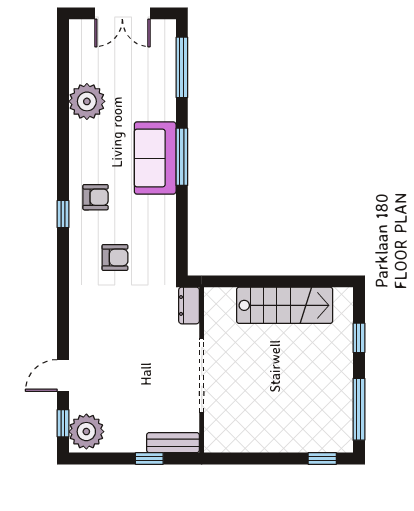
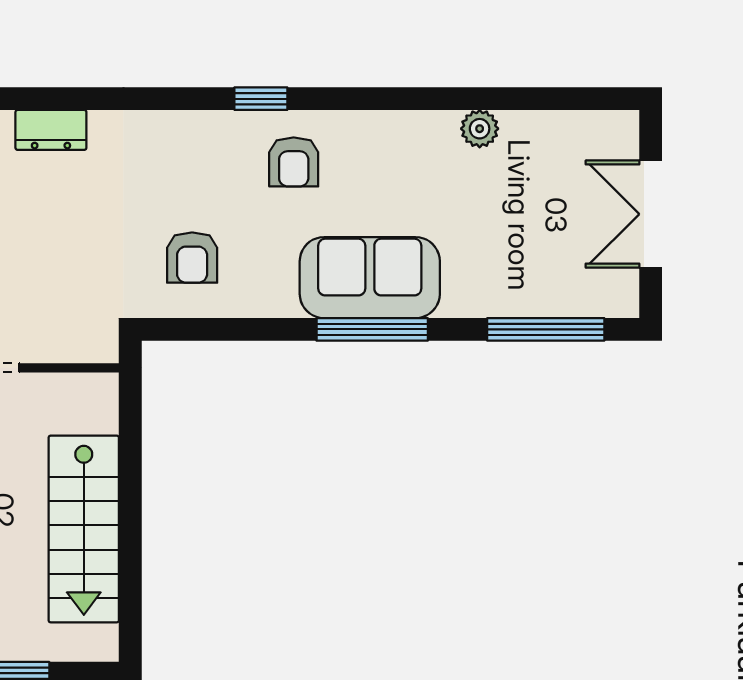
plant: (87, 101) -> (480, 129), width x0.53, depth x0.53
armchair: (115, 257) -> (192, 258), moved
dresser: (189, 305) -> (51, 130), moved, turned 180

